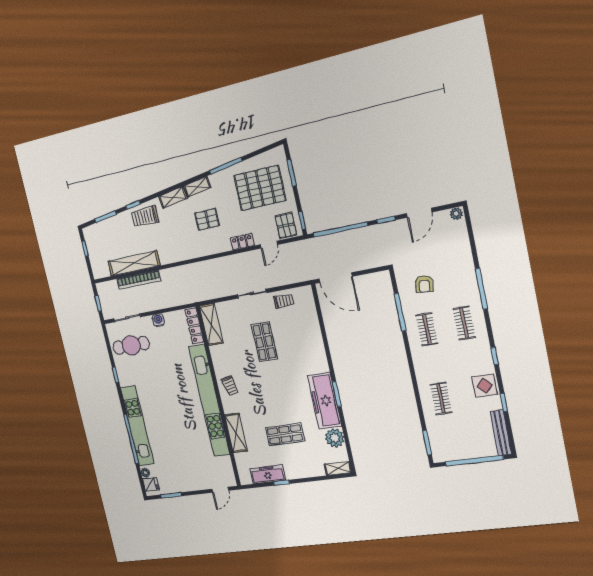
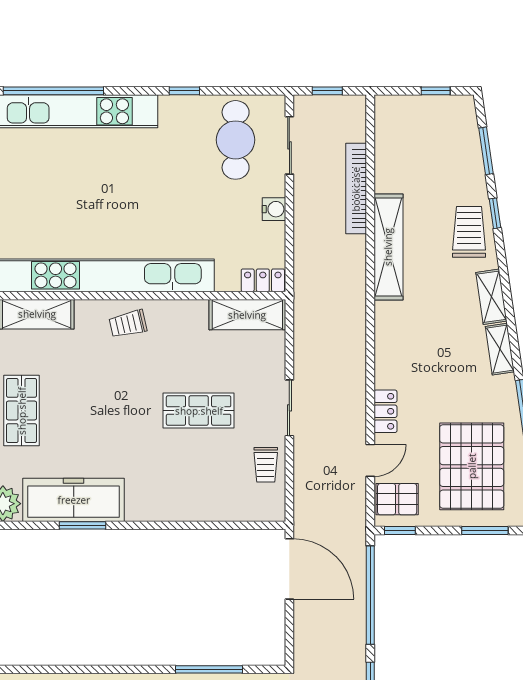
pallet: (207, 219) -> (439, 354), removed
door: (269, 245) -> (370, 460), swing flipped
shelving: (134, 263) -> (388, 247), moved
door: (336, 278) -> (289, 569), swing flipped
locker: (194, 326) -> (263, 280), width x0.66

